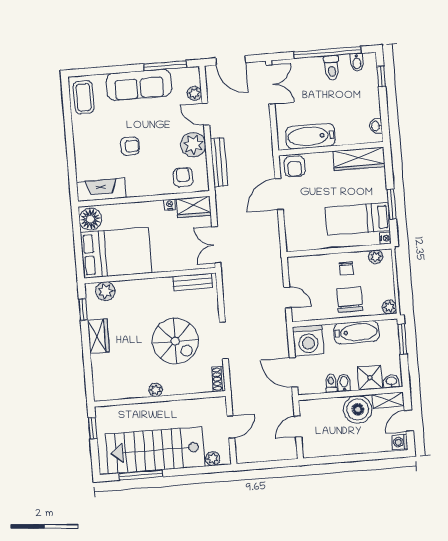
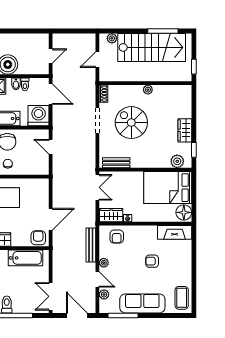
plant: (193, 145) -> (104, 263), width x0.53, depth x0.53

